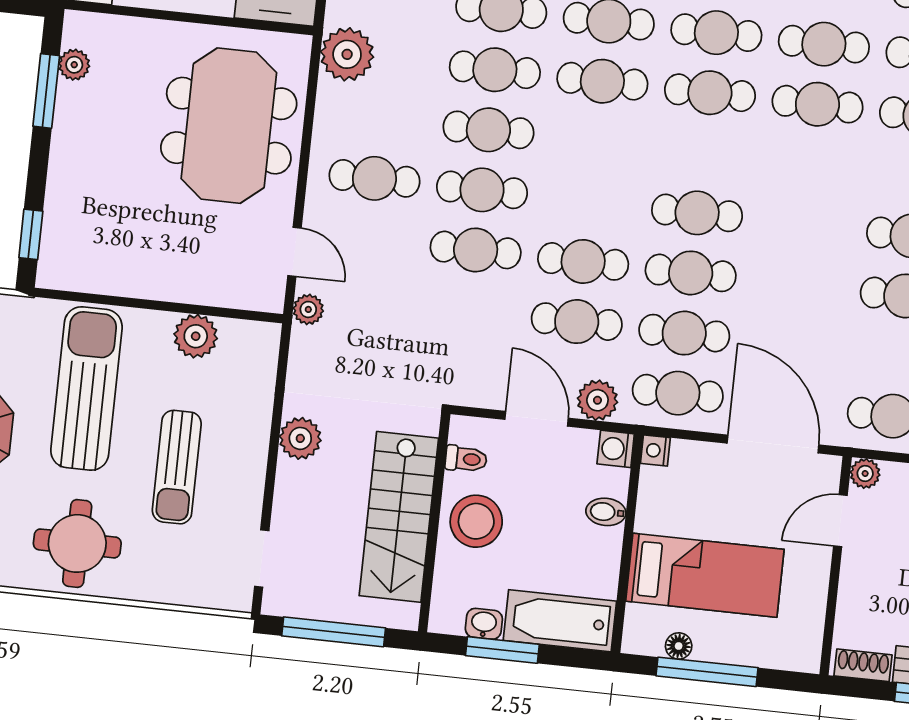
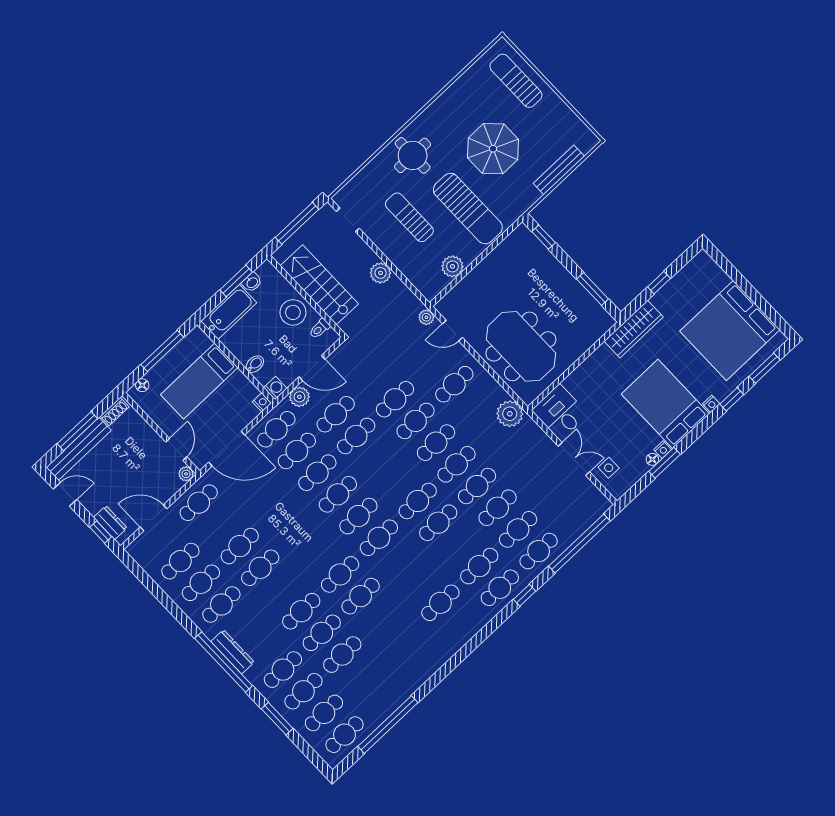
cafe table: (716, 33) -> (358, 516), moved
plant: (74, 65) -> (593, 308), removed
floor lamp: (679, 646) -> (142, 385), moved

